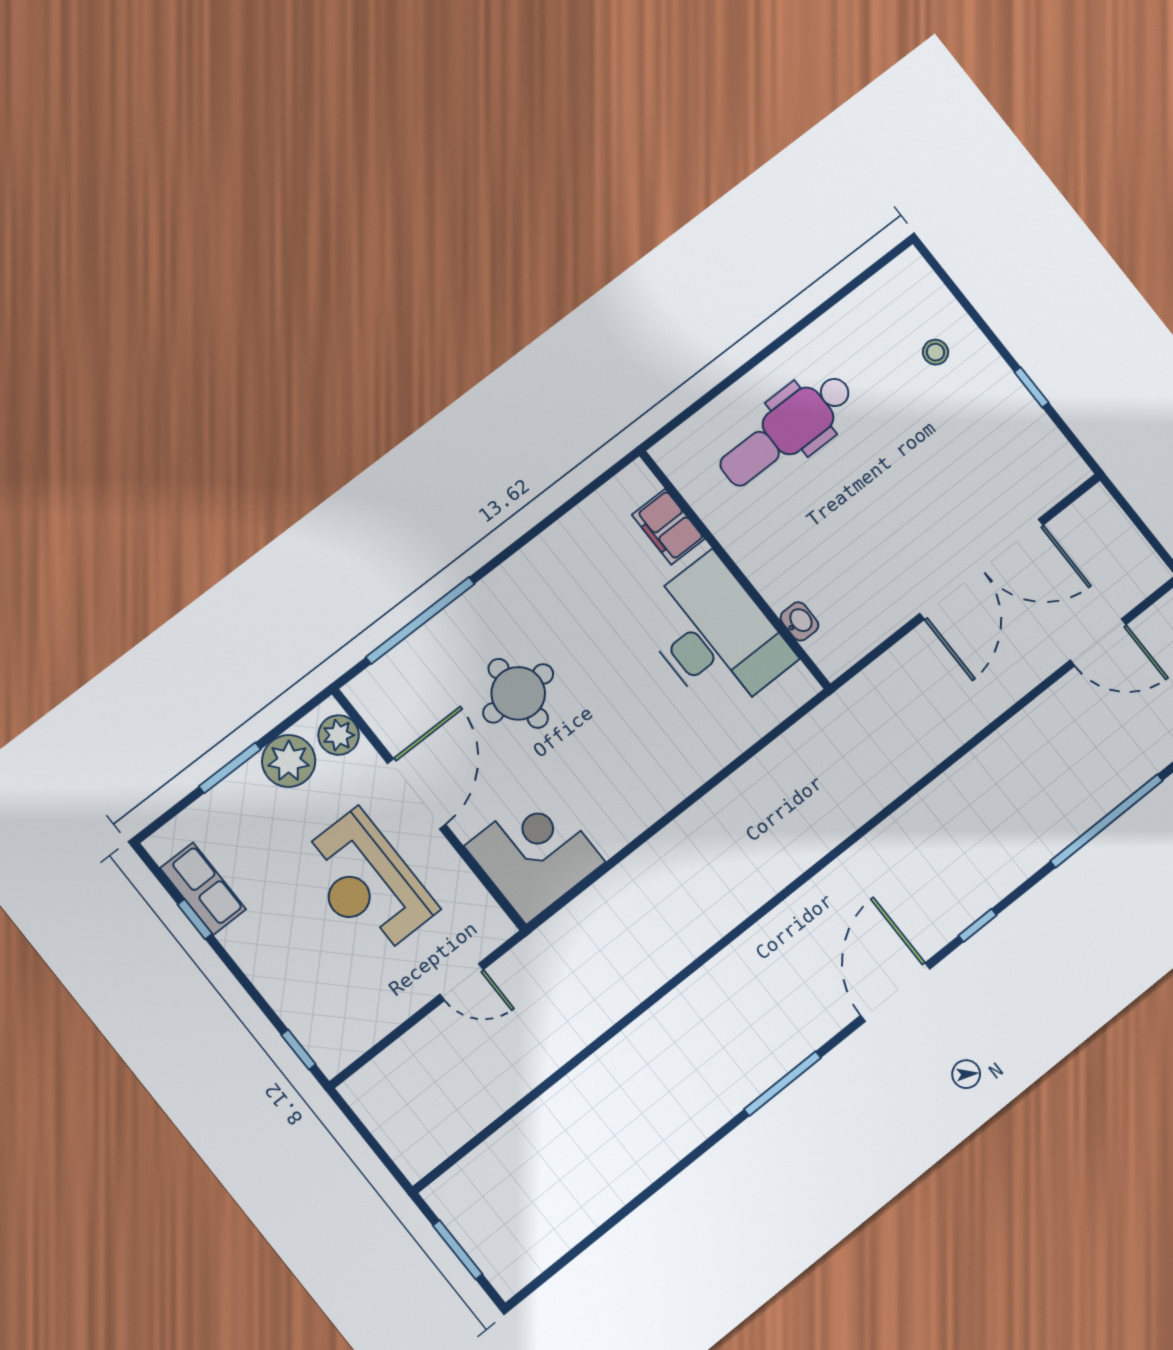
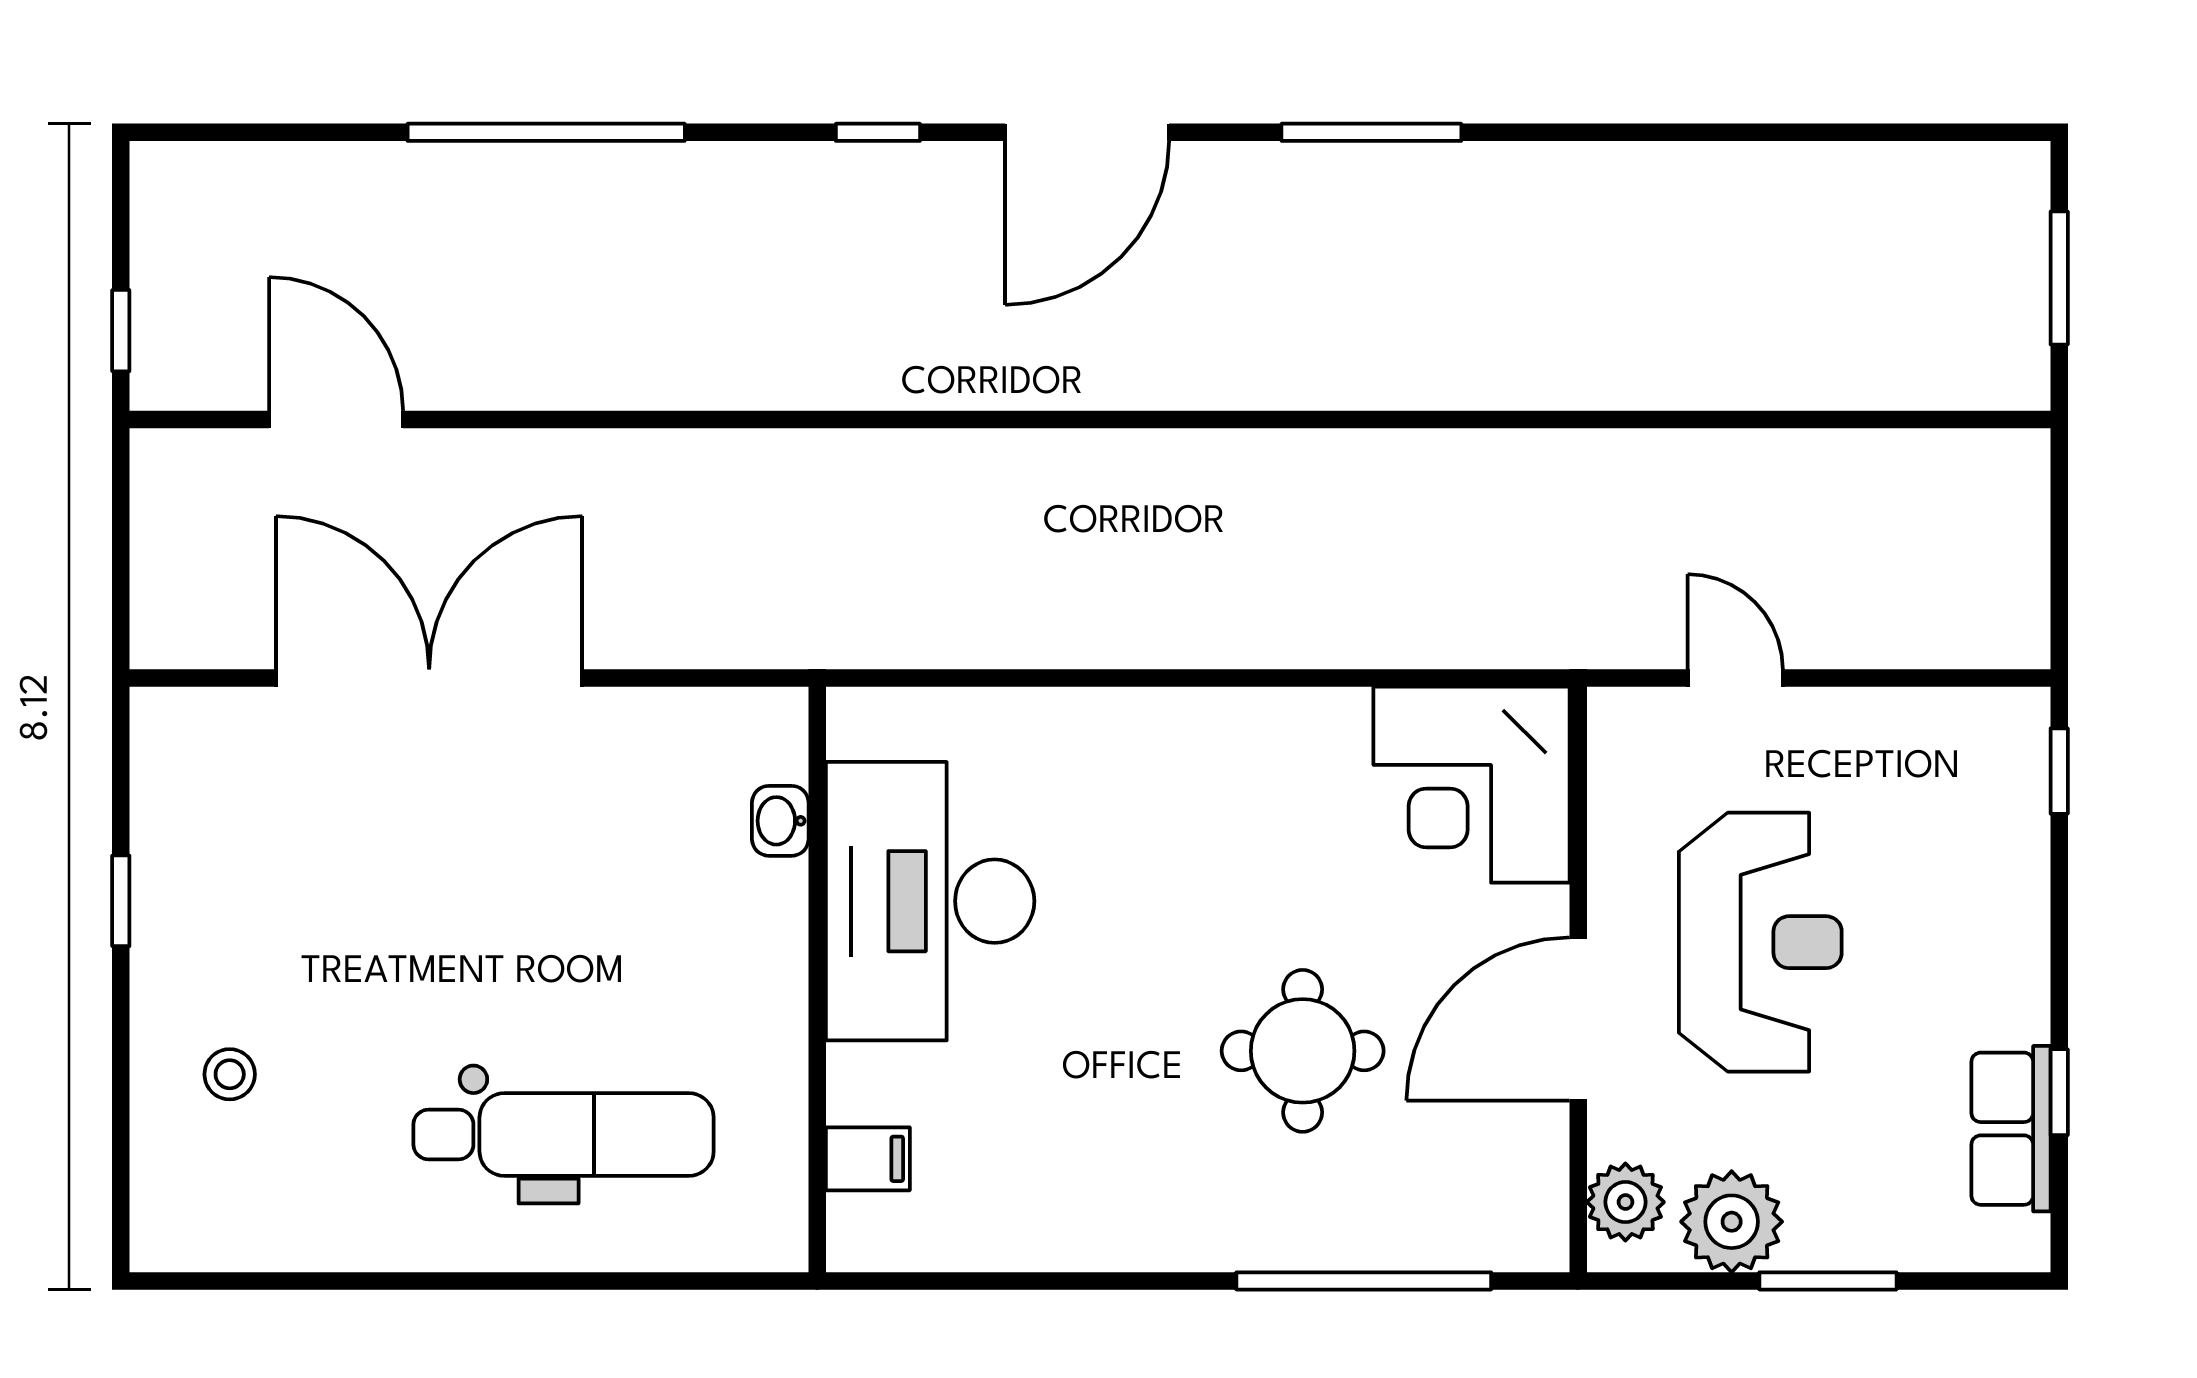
filing cabinet: (668, 527) -> (868, 1159), width x0.50

